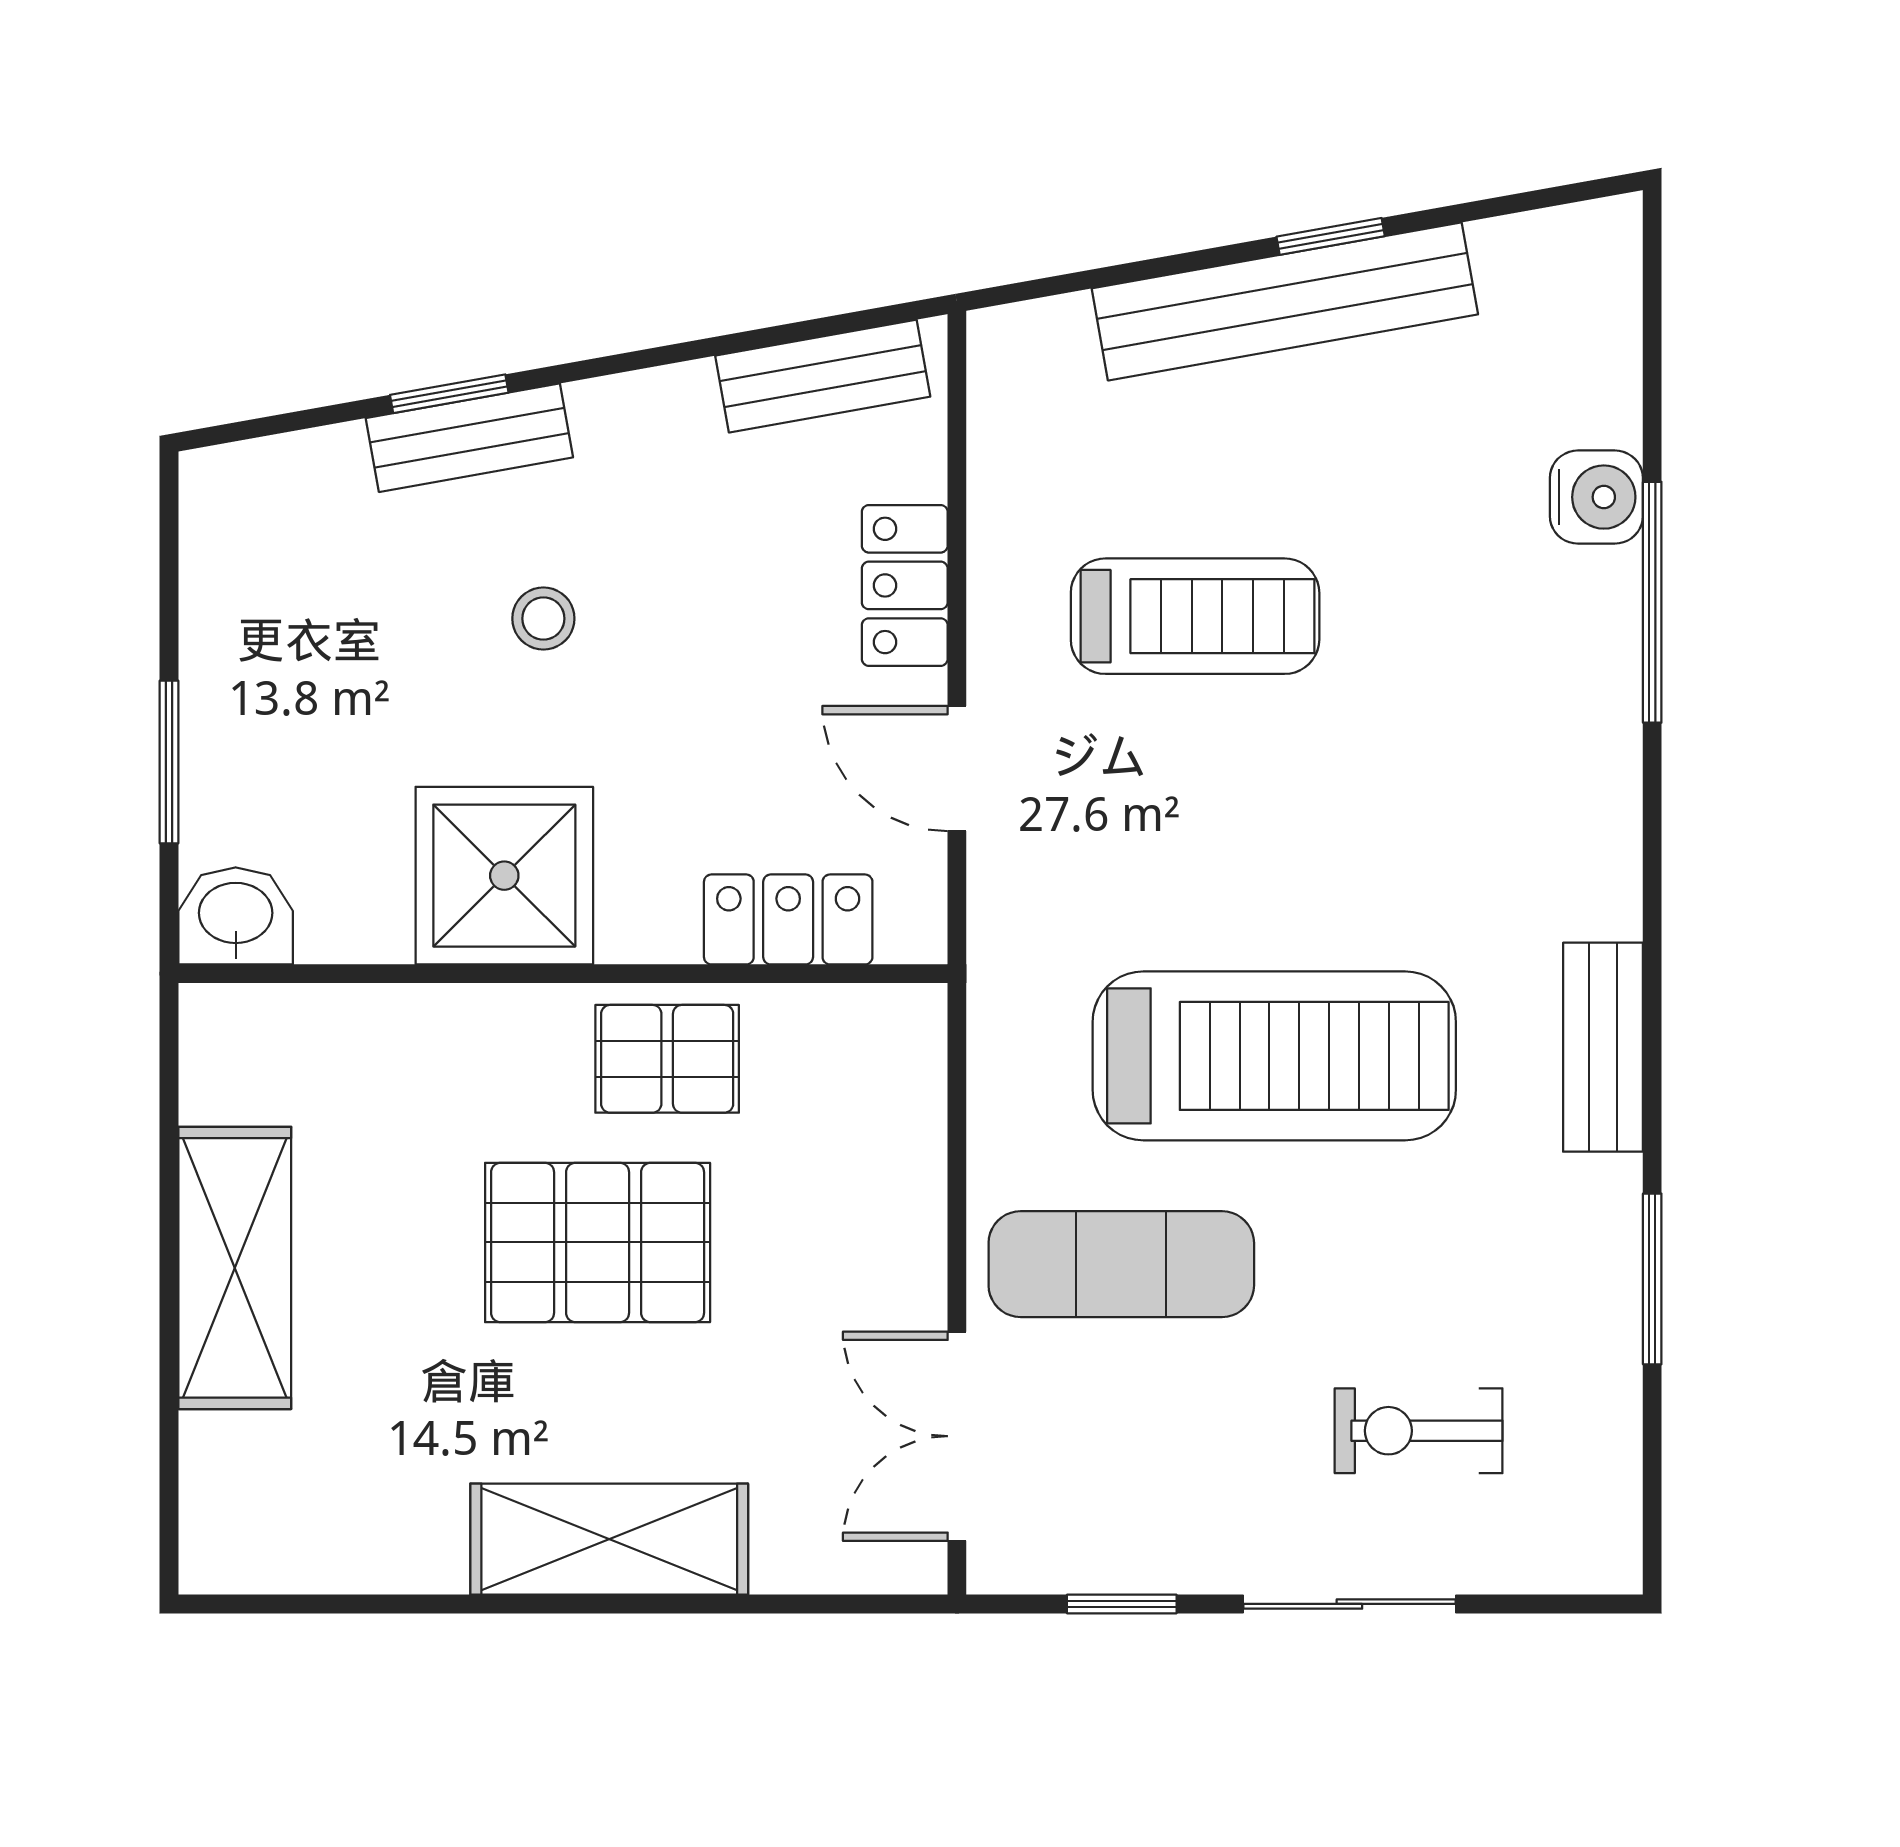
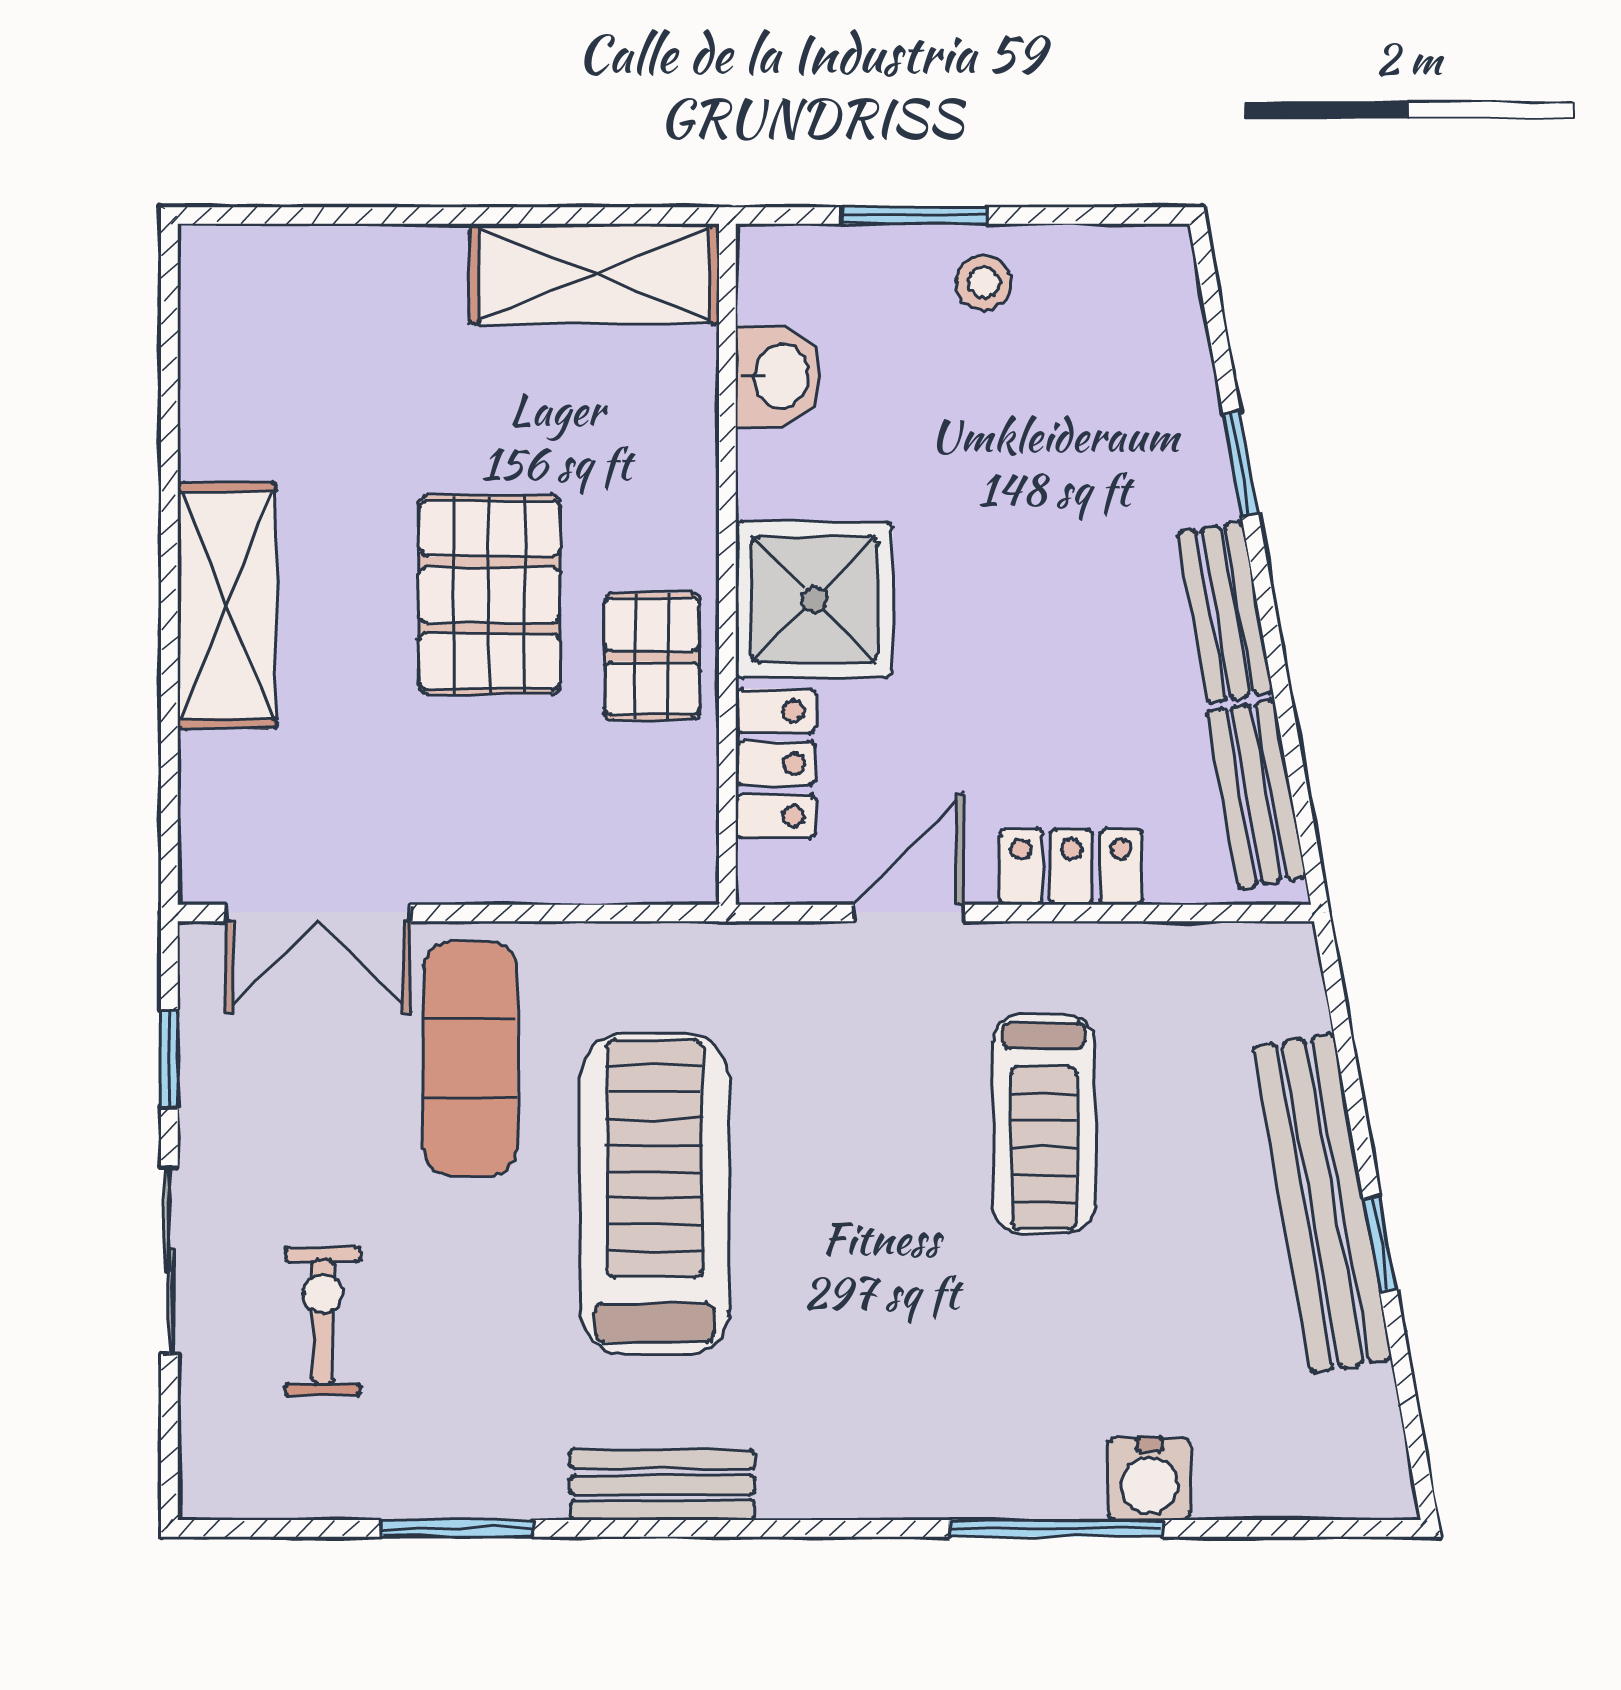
bench: (469, 438) -> (1225, 612), moved
stool: (543, 619) -> (984, 282), moved
shower: (504, 876) -> (814, 600), moved
washbasin: (236, 916) -> (779, 376), moved
treadmill: (1274, 1056) -> (655, 1194), turned 180
shelving: (235, 1268) -> (594, 274), moved
double door: (957, 1436) -> (318, 913), swing flipped

